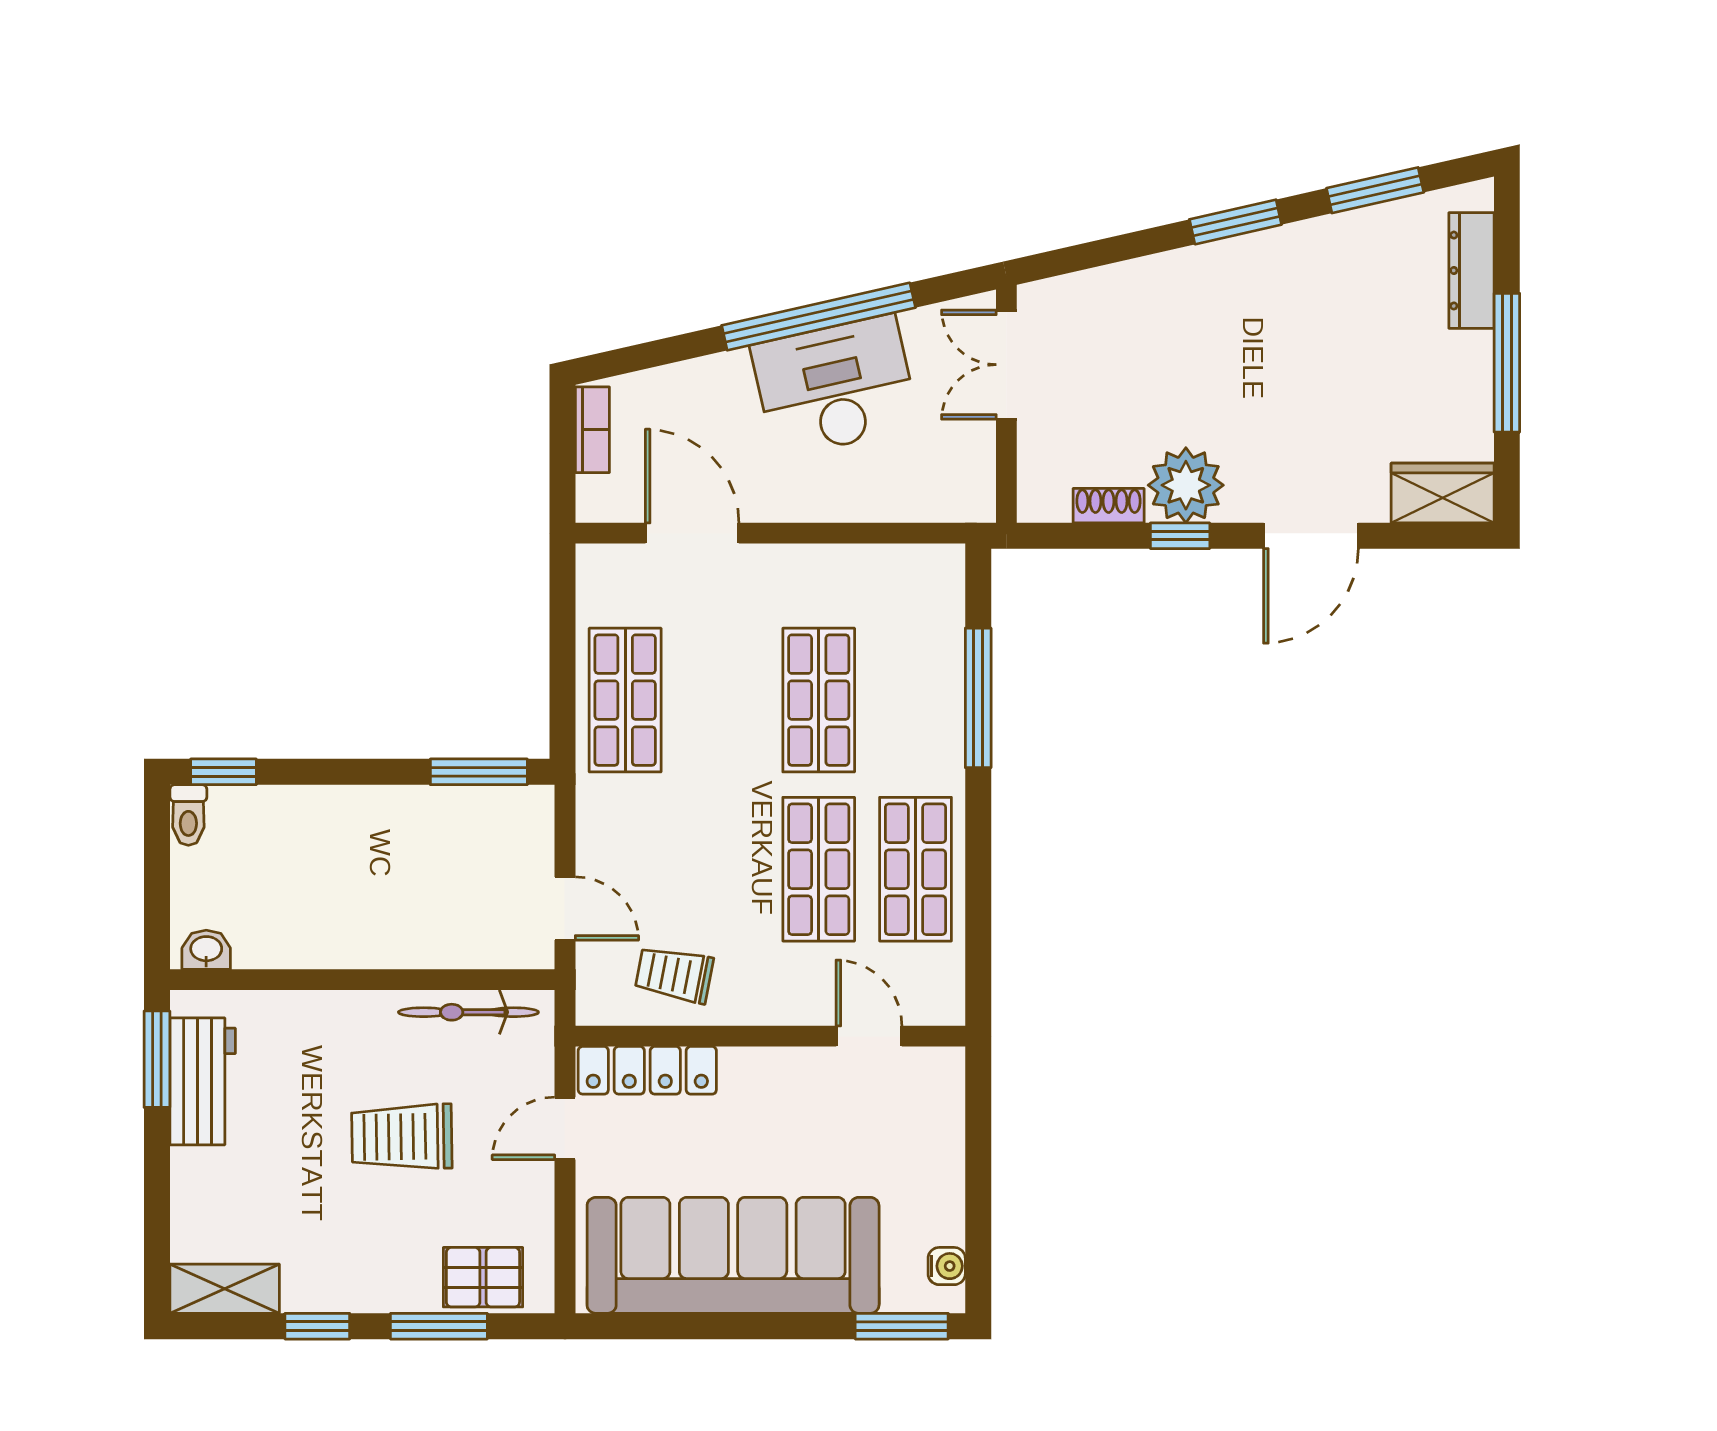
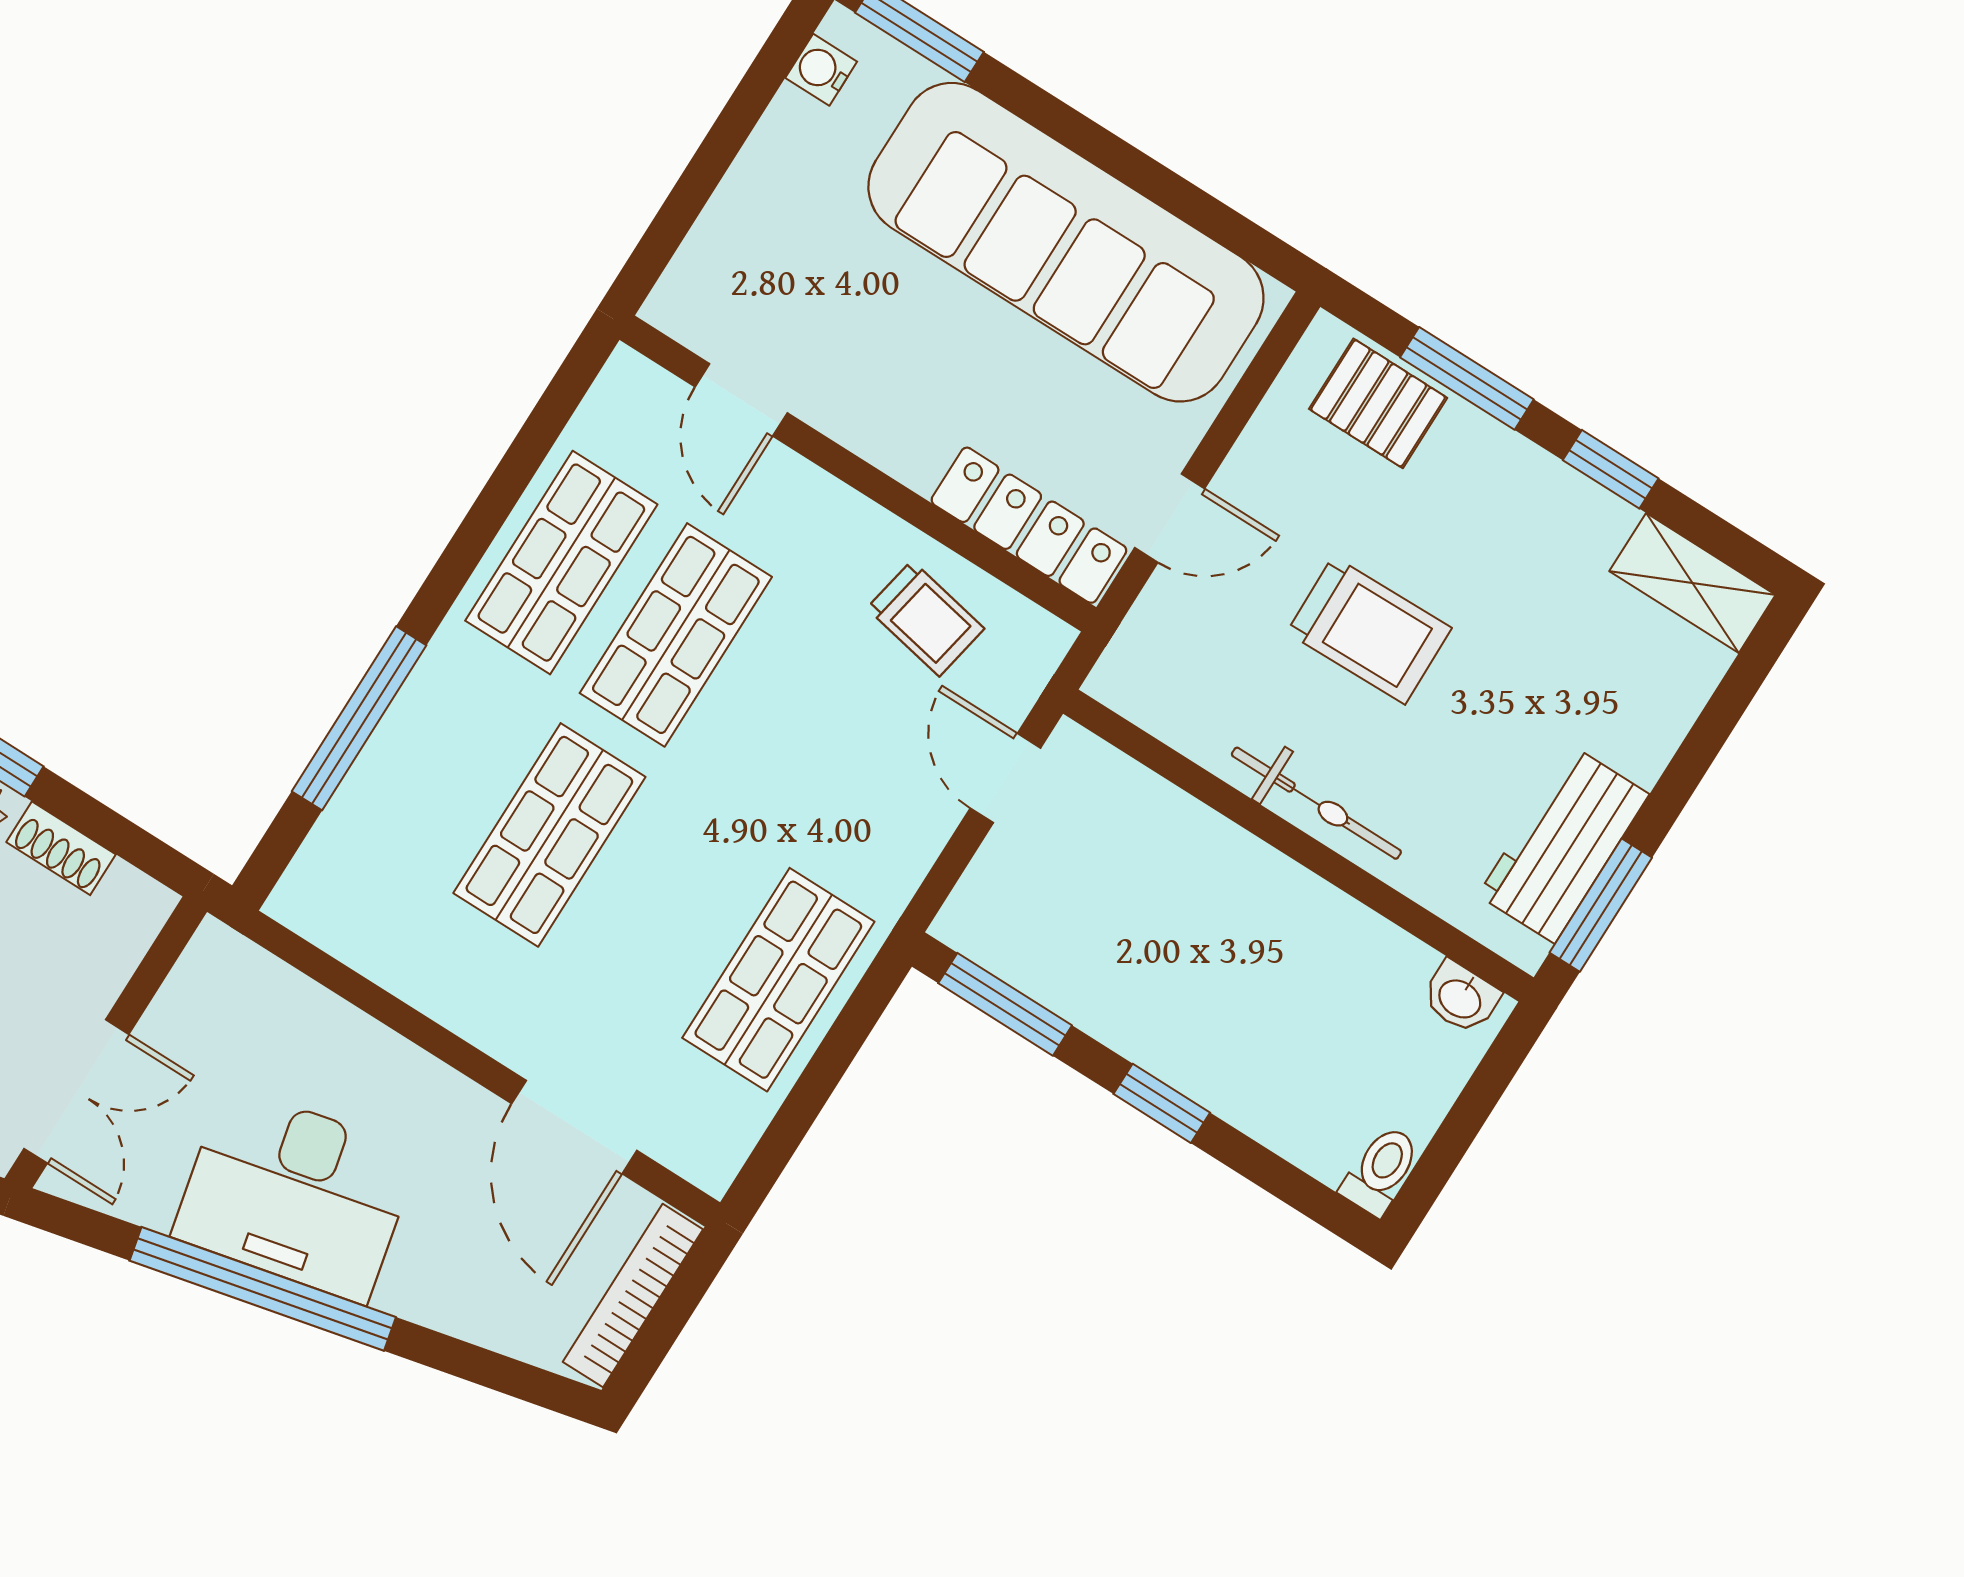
bookcase: (592, 430) -> (633, 1296), width x1.56
window: (224, 772) -> (1162, 1103), moved
bicycle: (468, 1012) -> (1316, 803), moved

